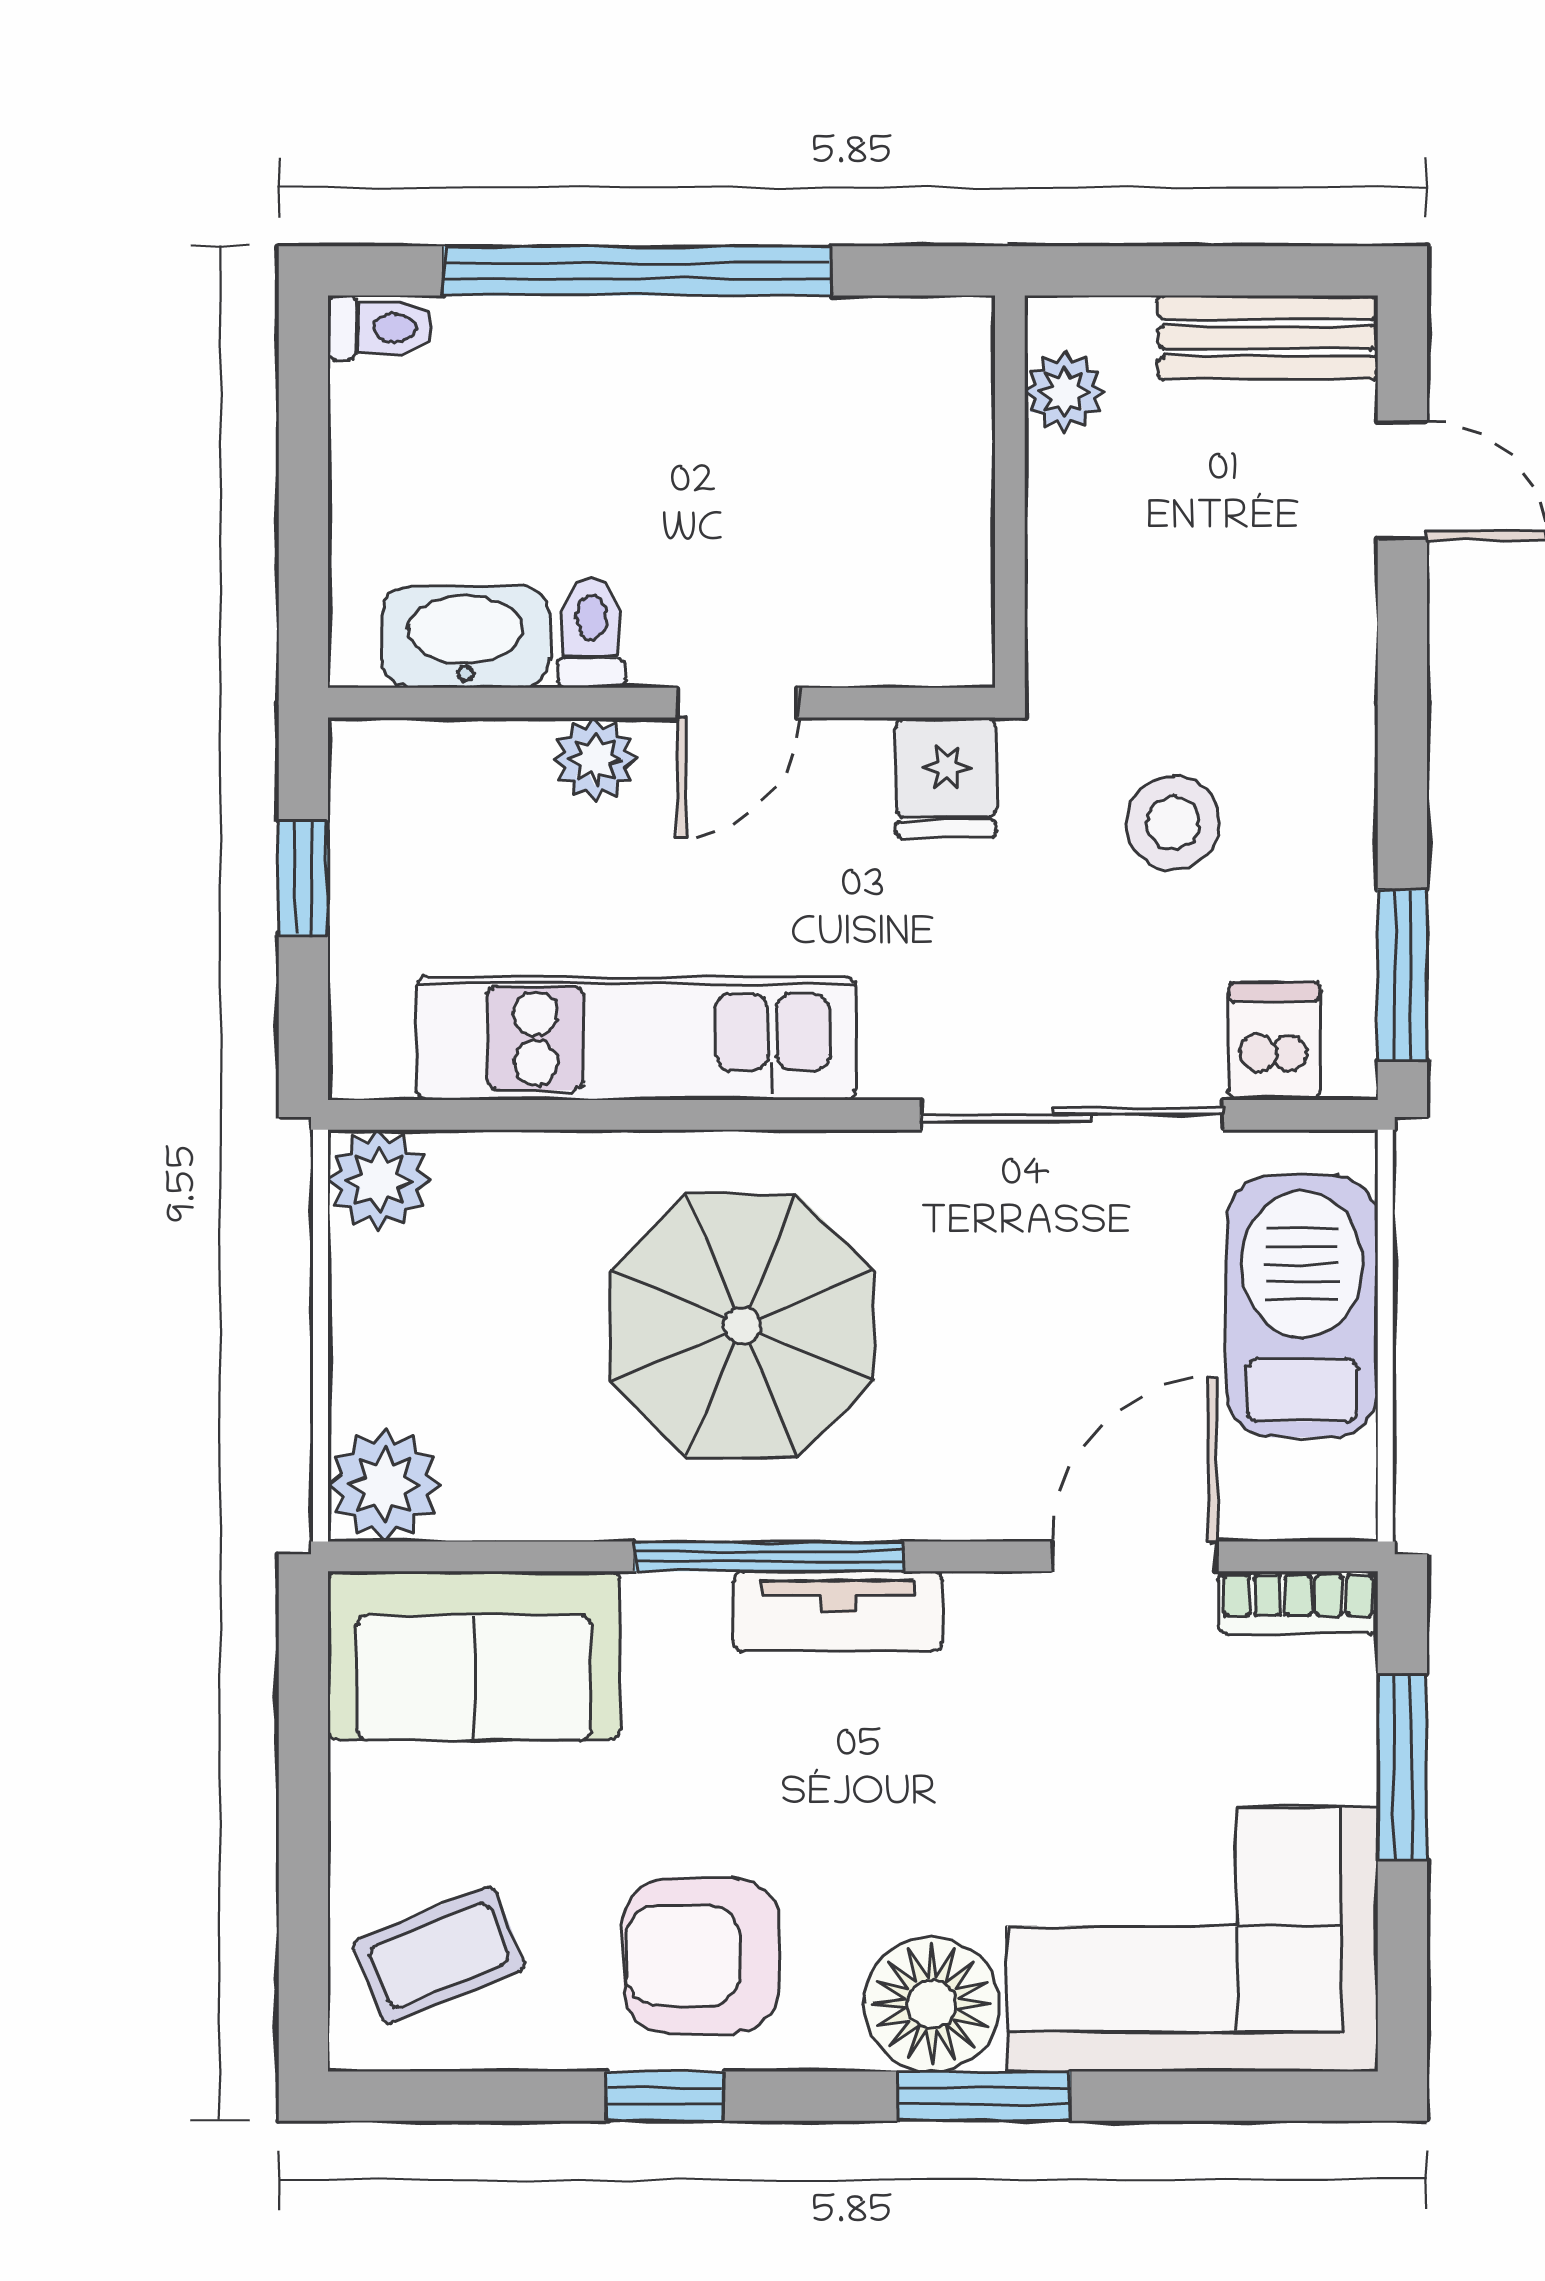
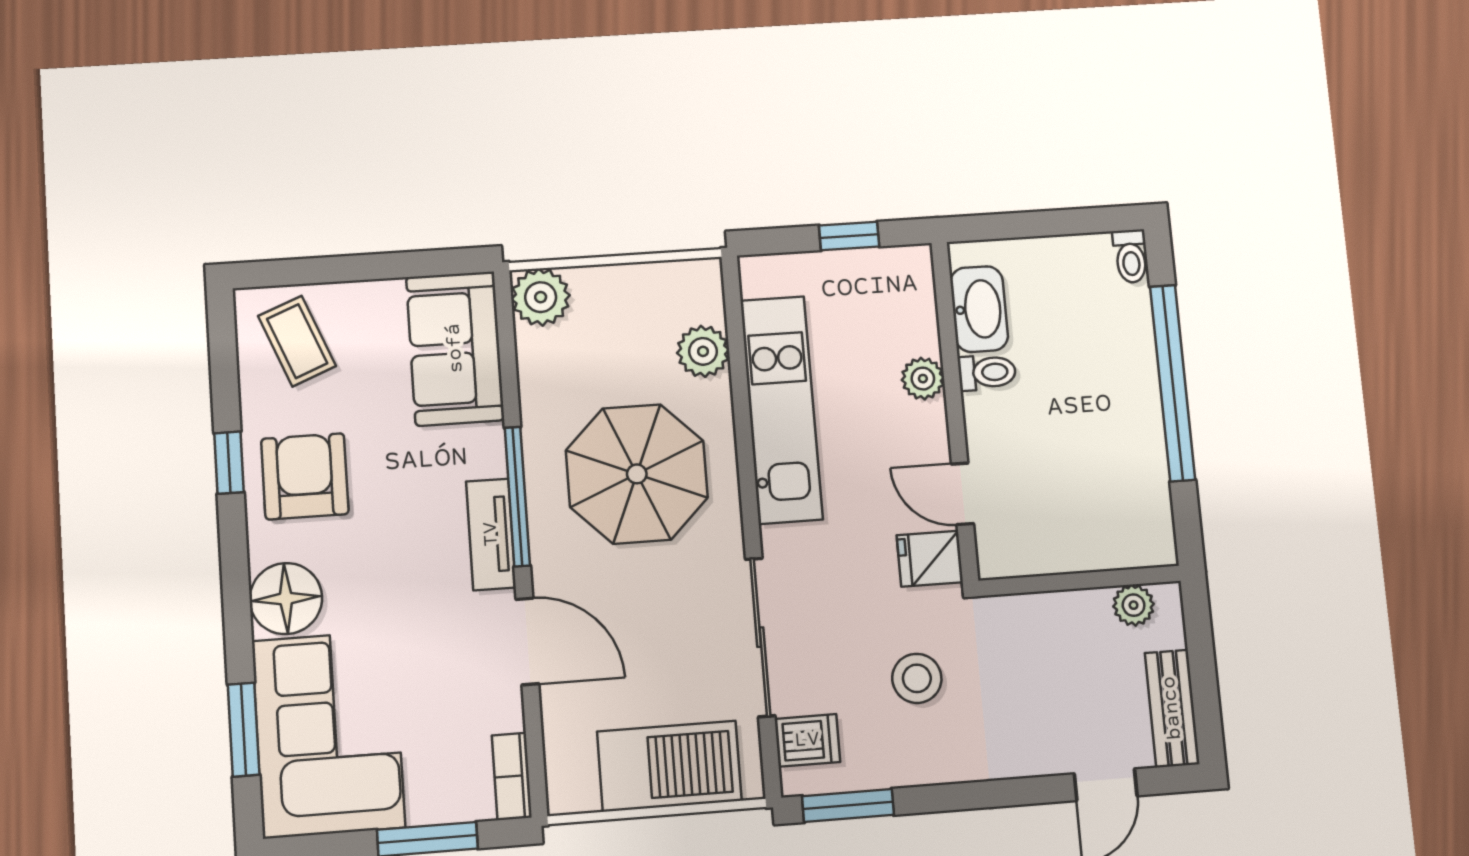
door: (738, 703) -> (962, 494), moved
plant: (379, 1180) -> (703, 351), moved
door: (1135, 1556) -> (527, 641), moved
window: (984, 2096) -> (244, 730), moved

